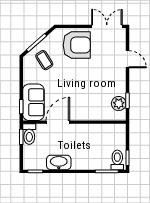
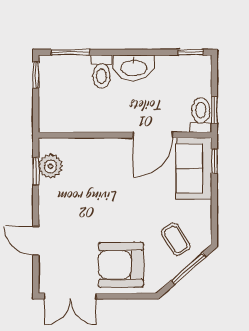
toilet: (117, 160) -> (101, 72), moved
washbasin: (59, 162) -> (134, 67), moved

